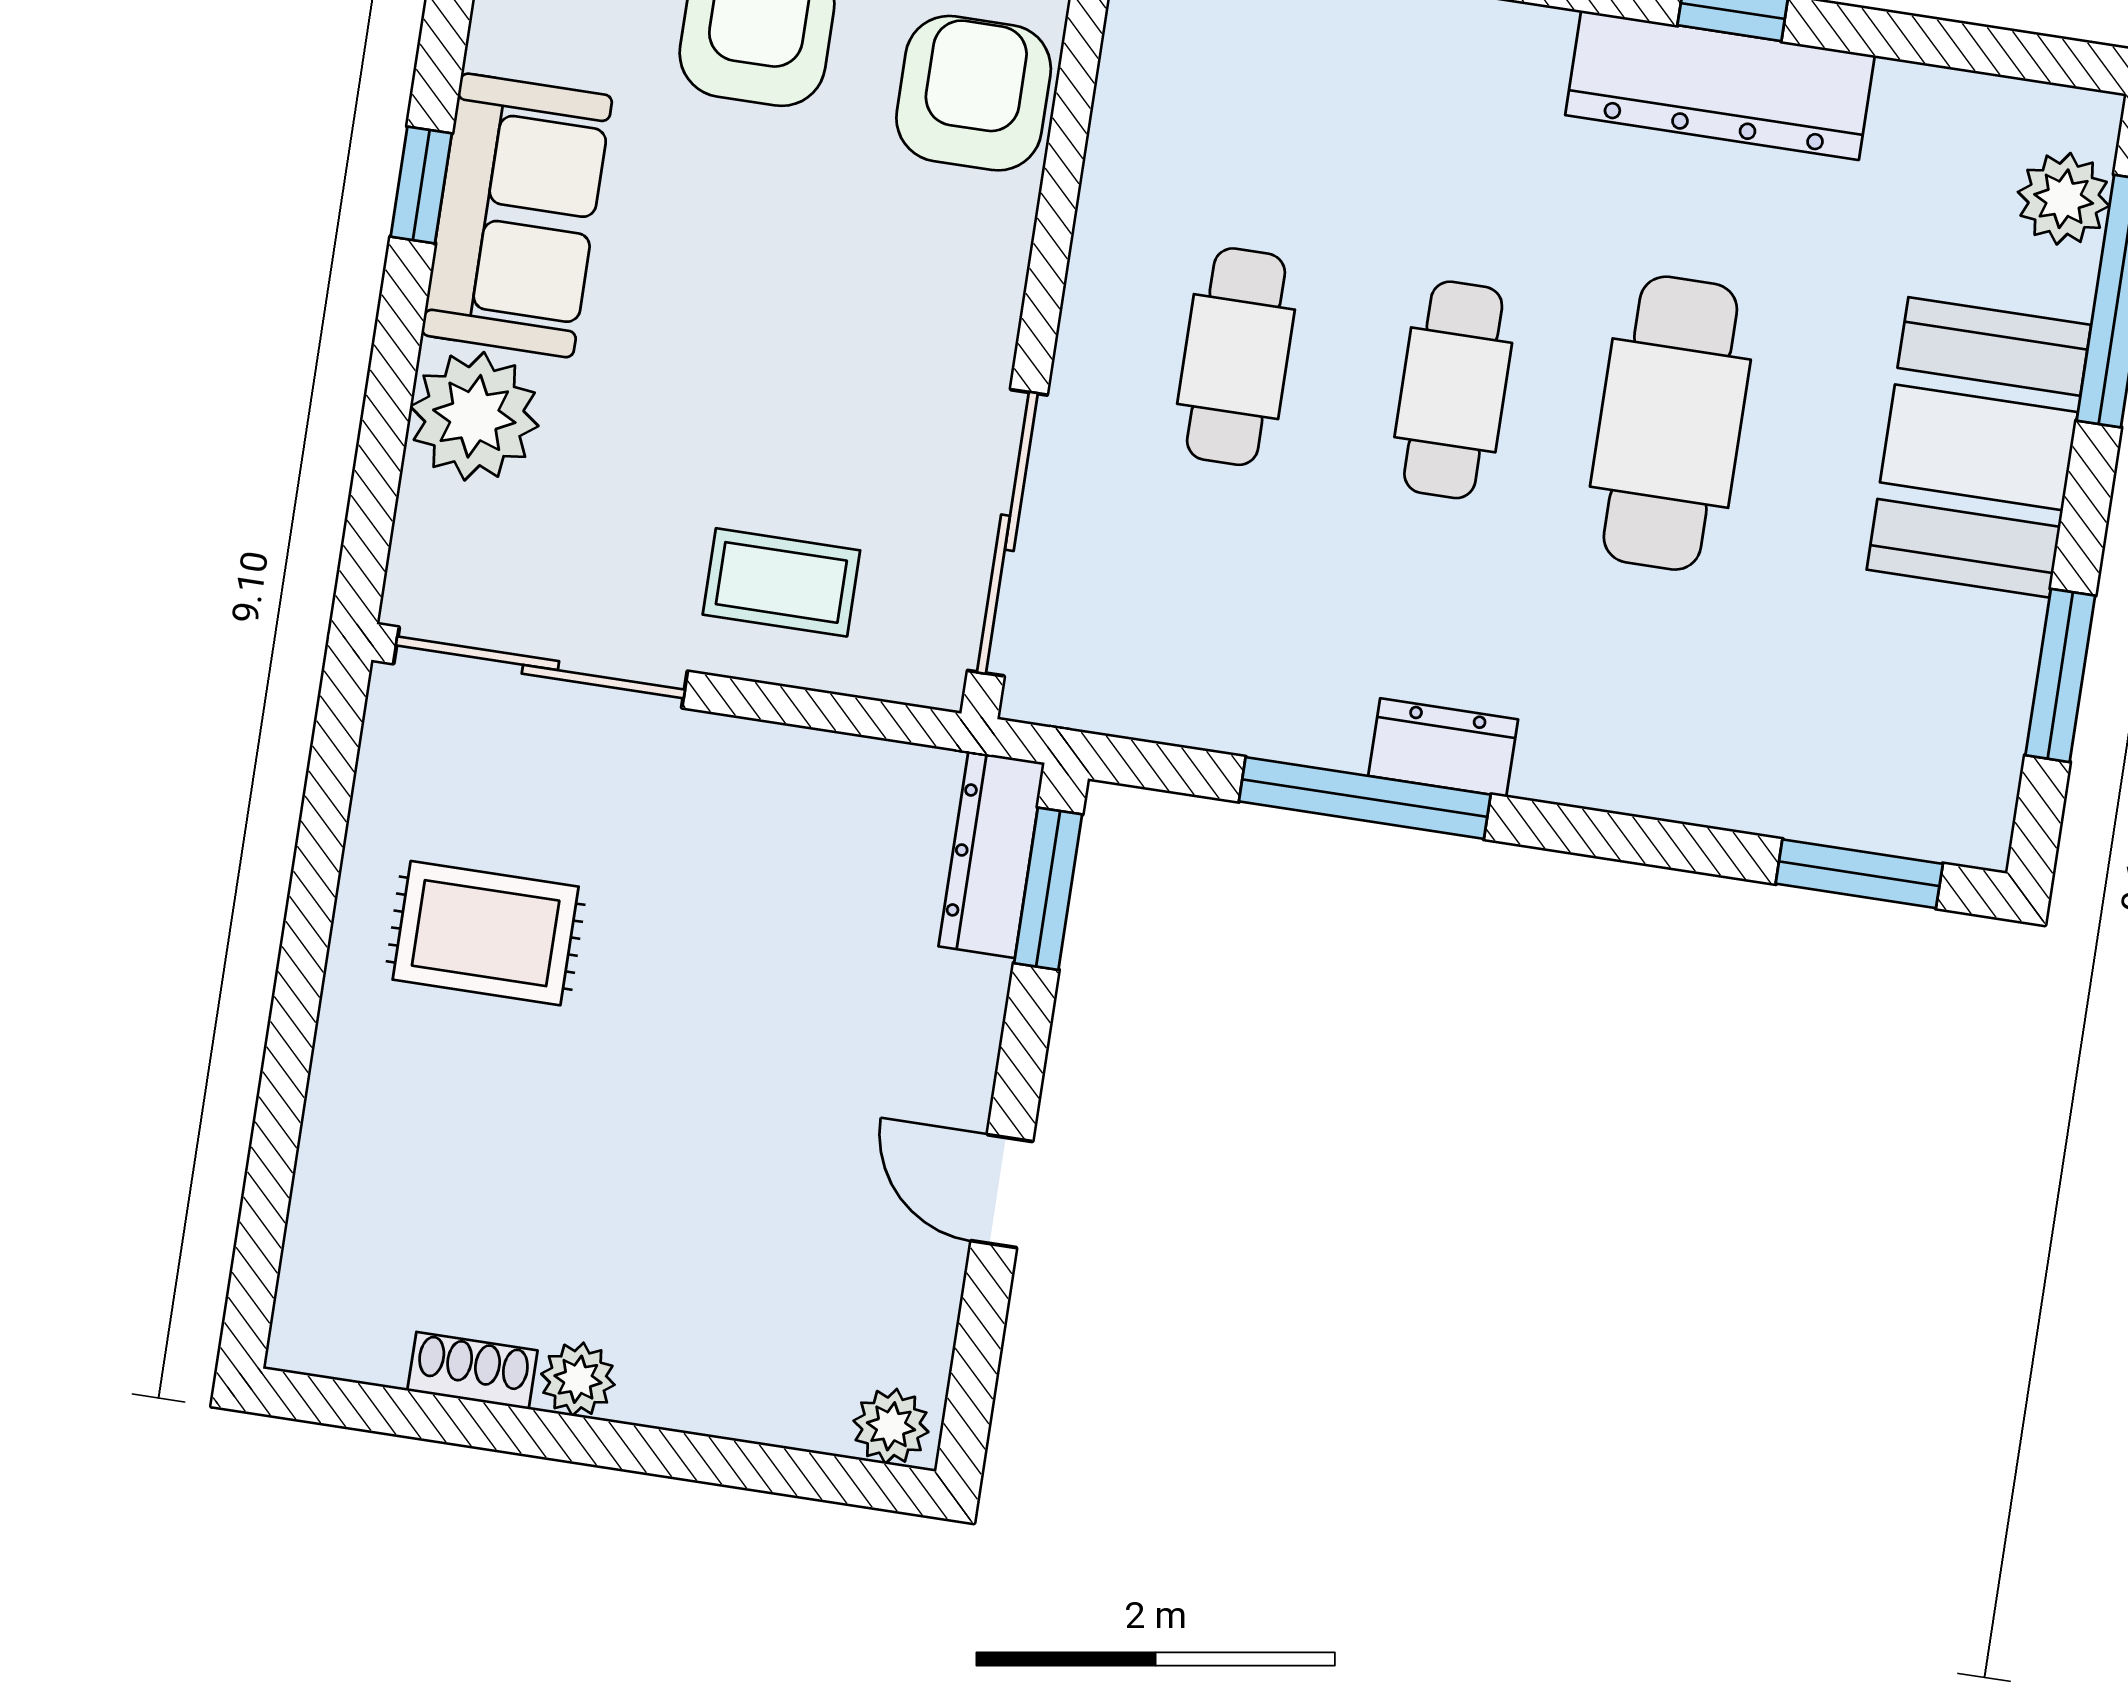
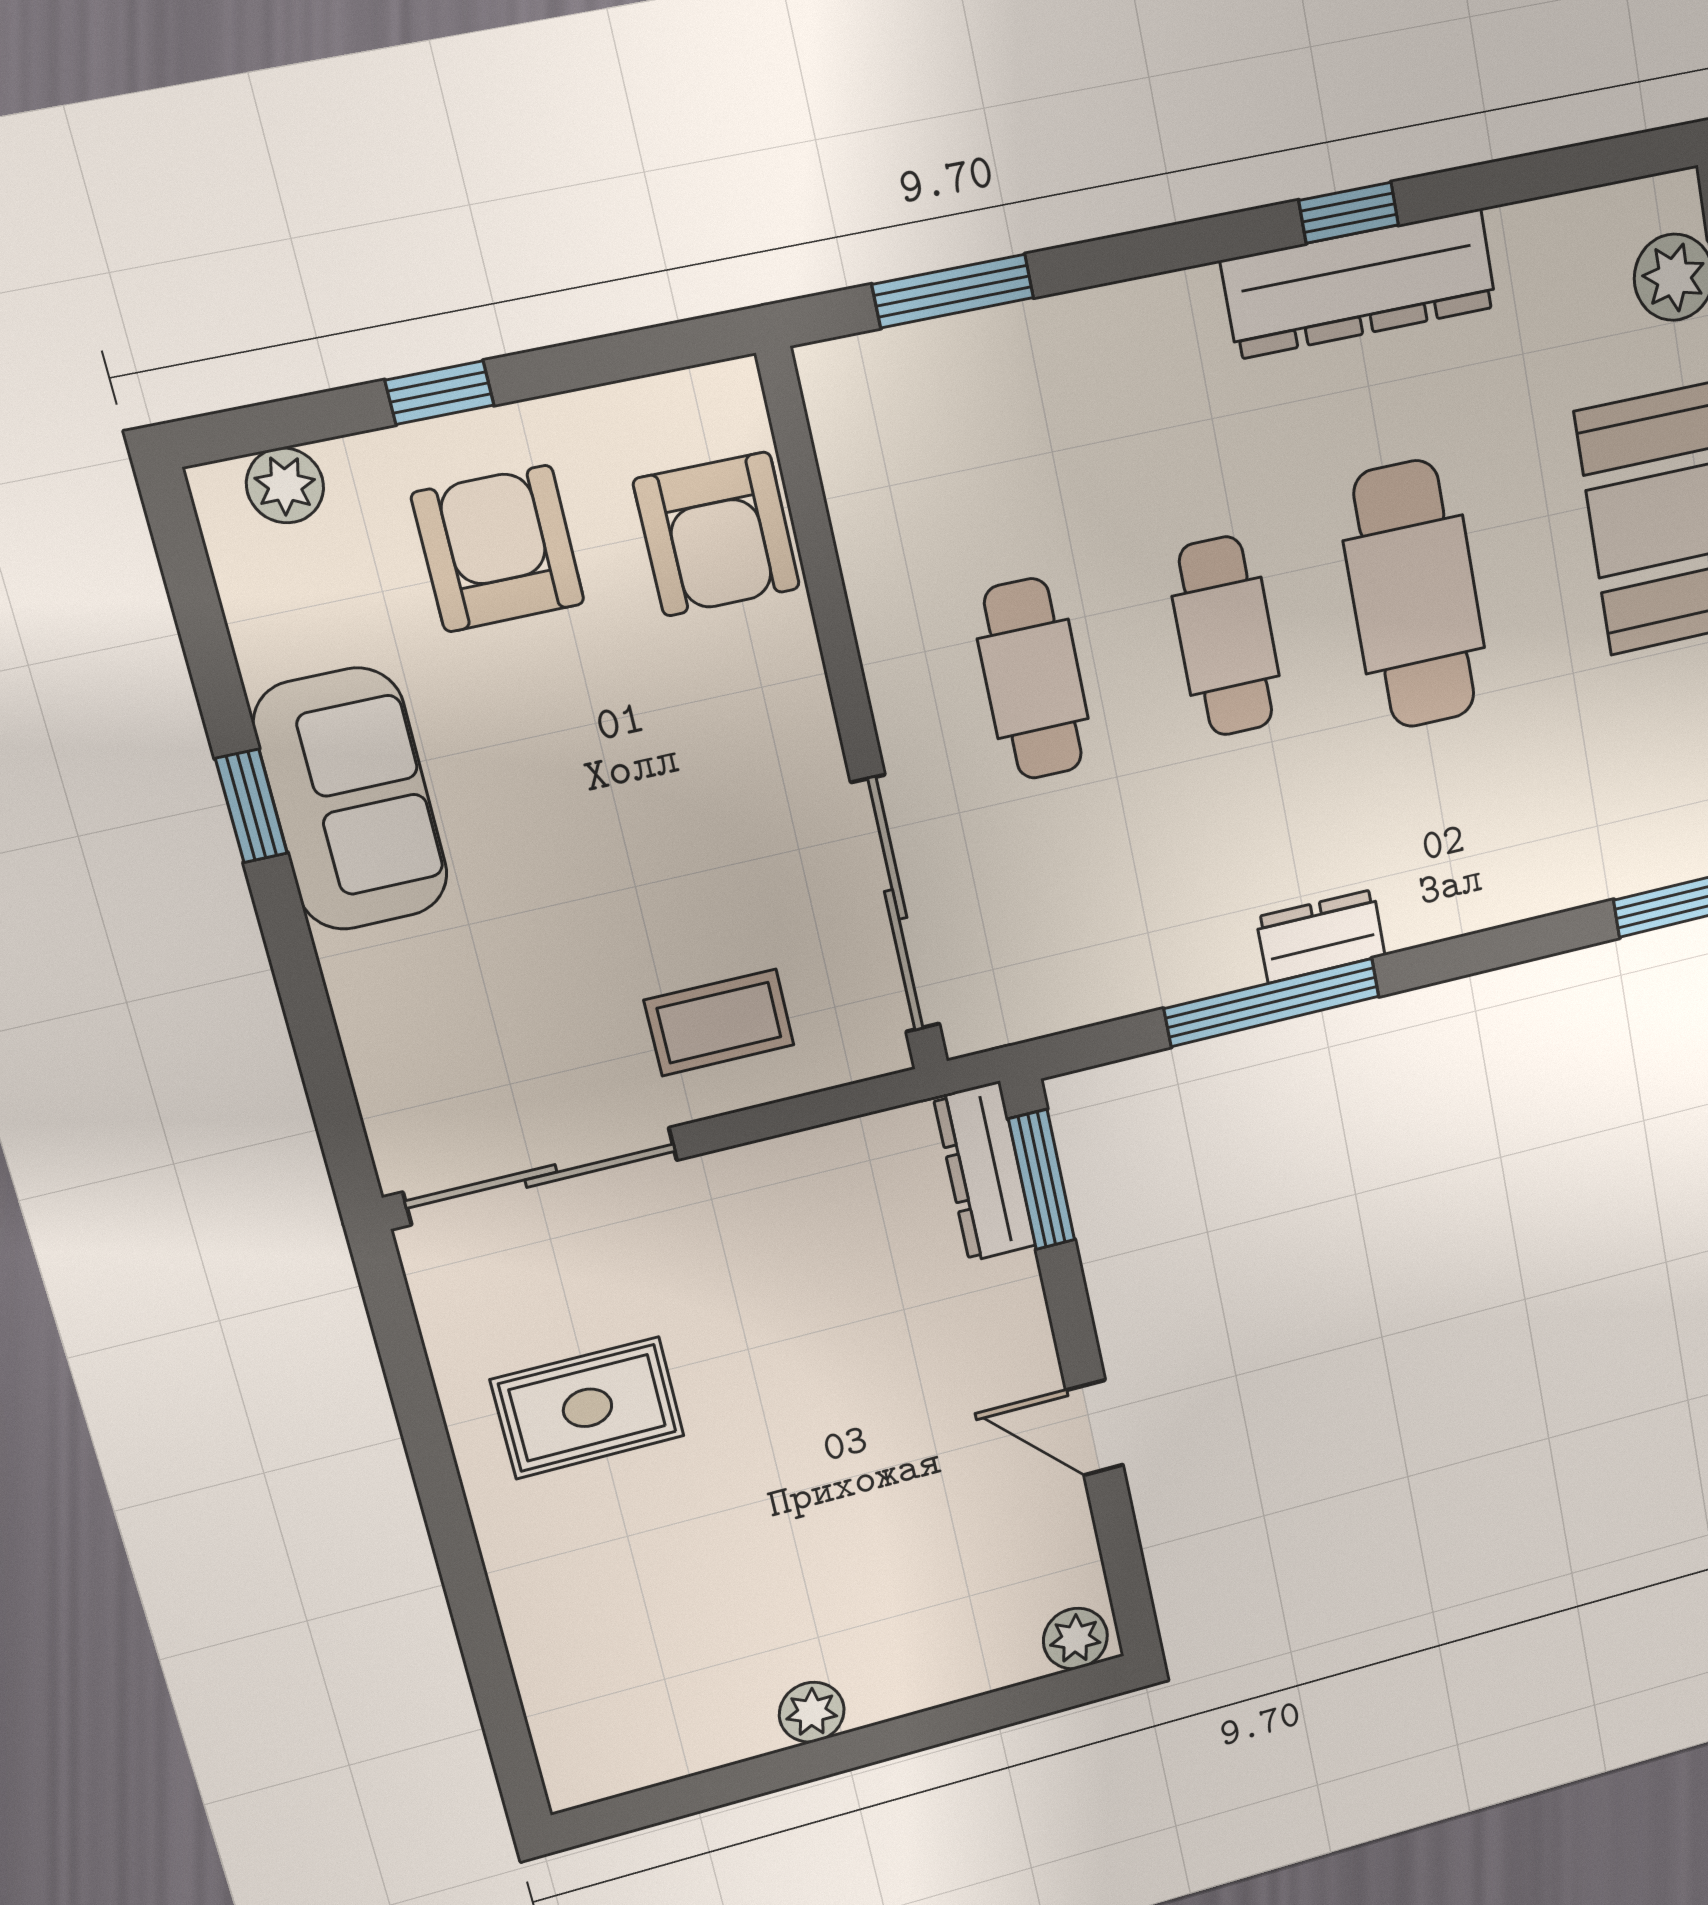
armchair: (974, 93) -> (717, 534), turned 180
plant: (474, 416) -> (390, 989), removed
shoe rack: (472, 1371) -> (723, 1743), removed

